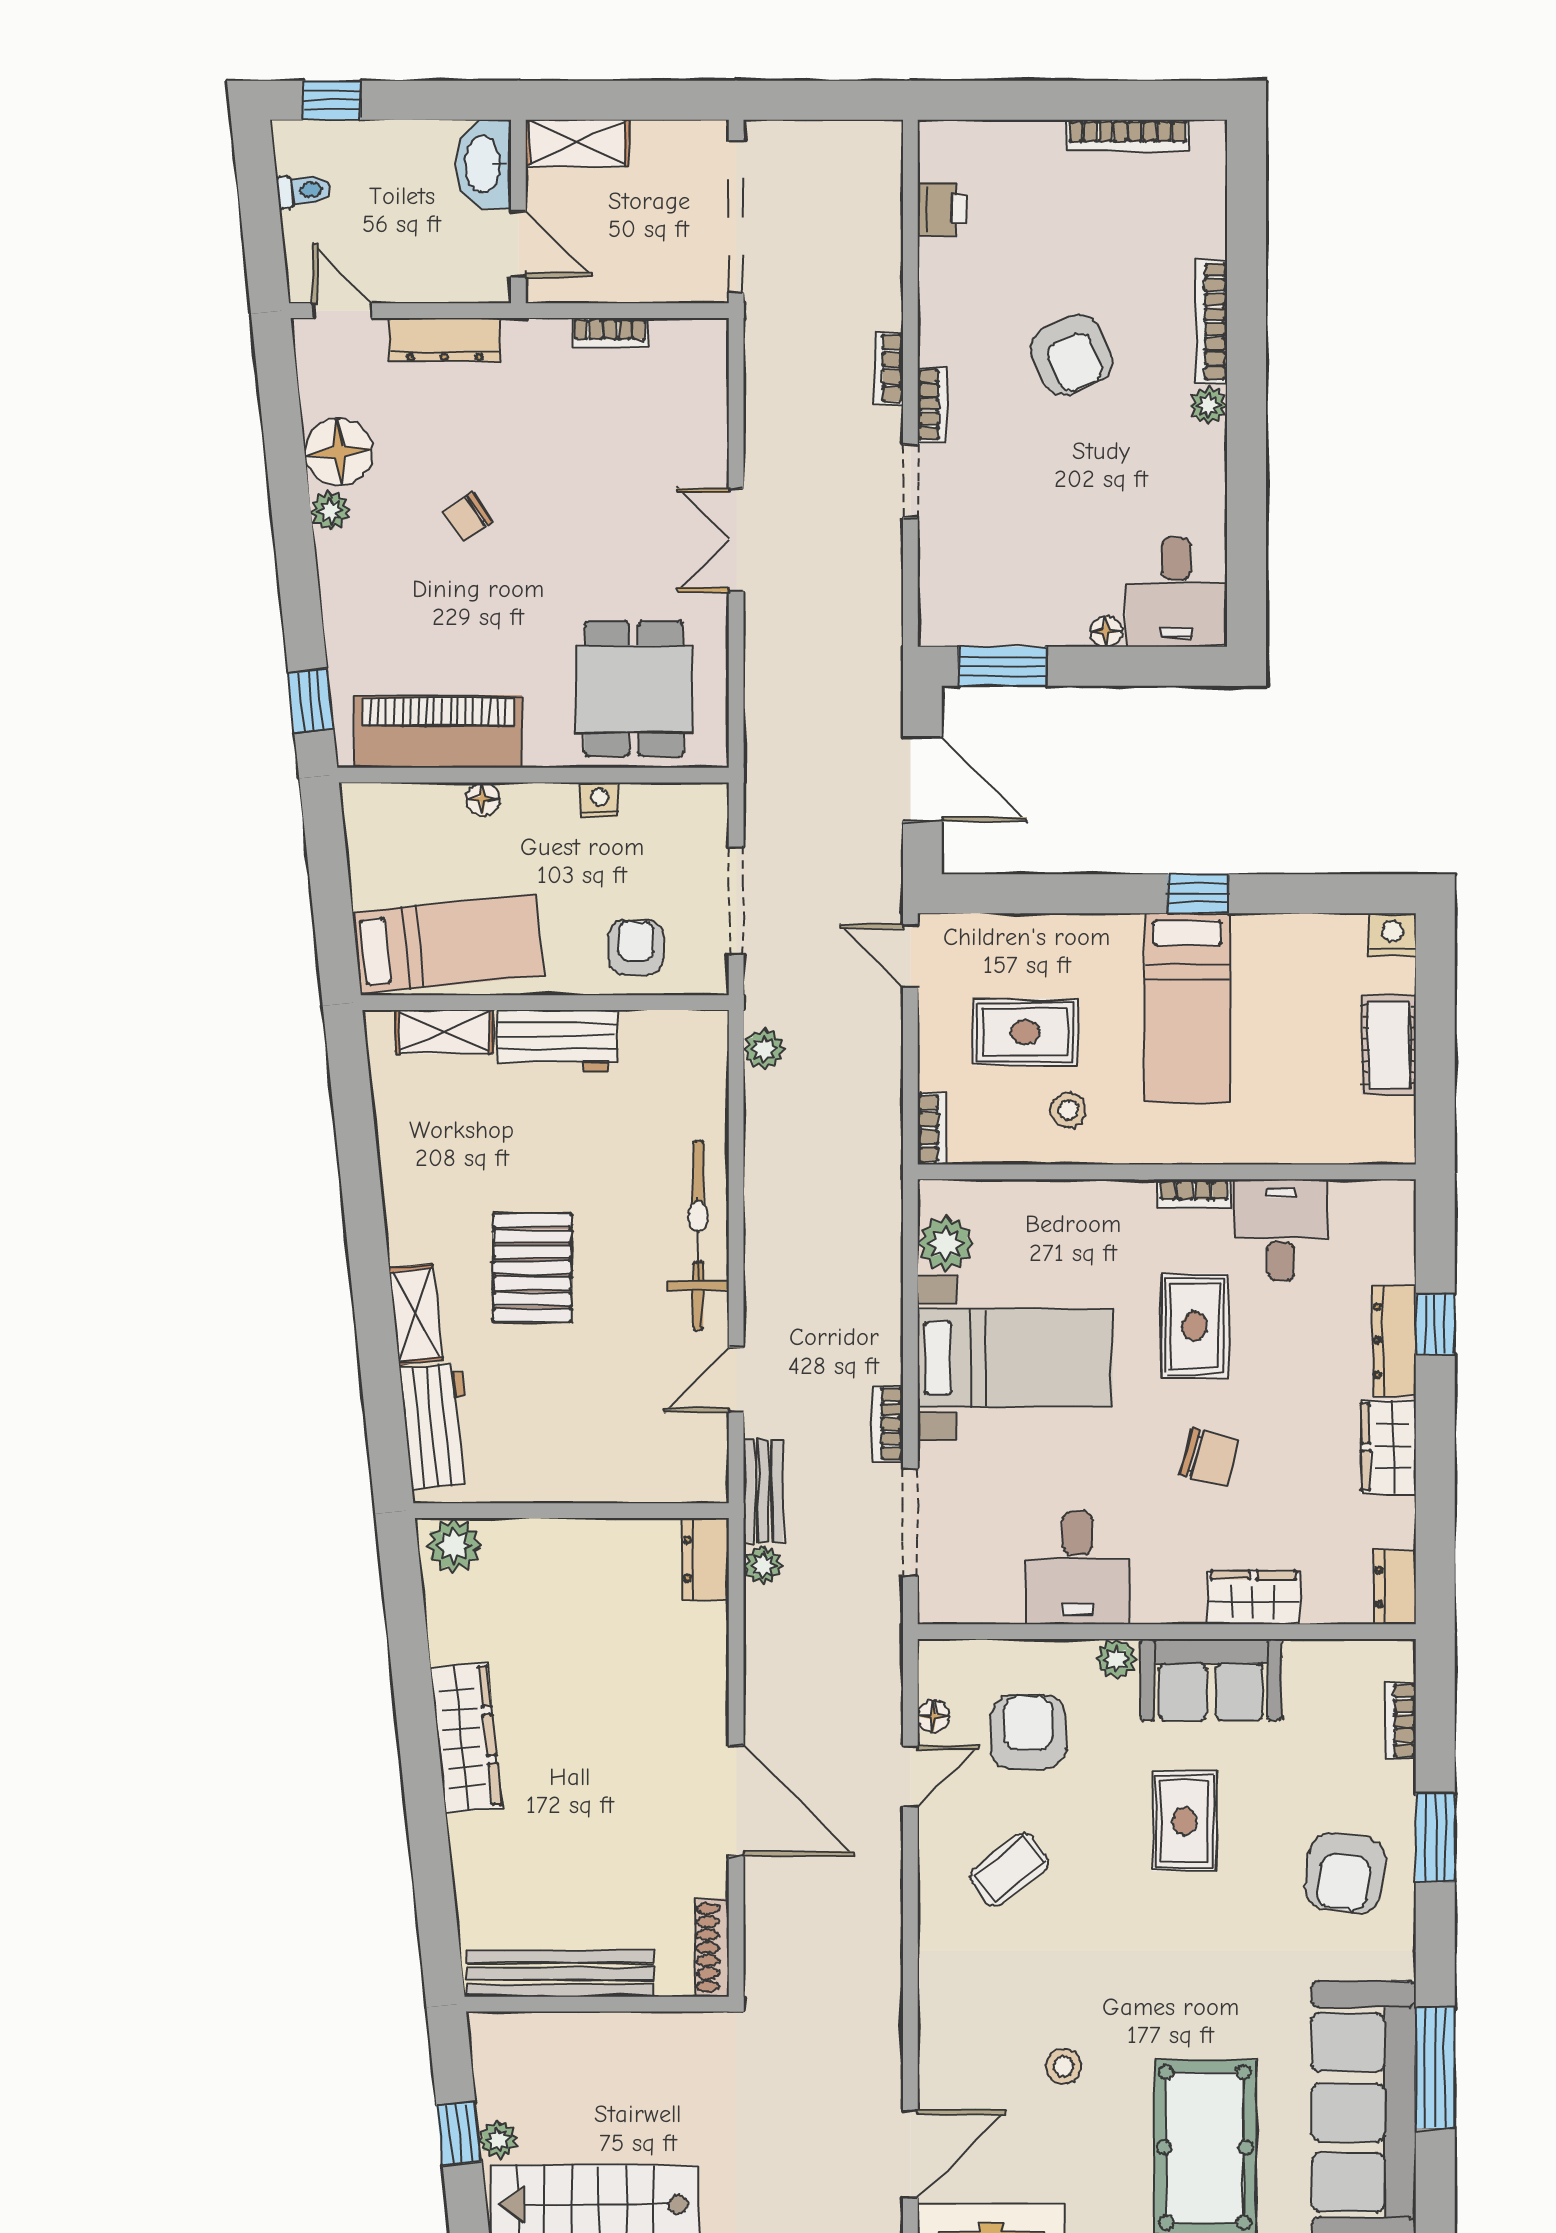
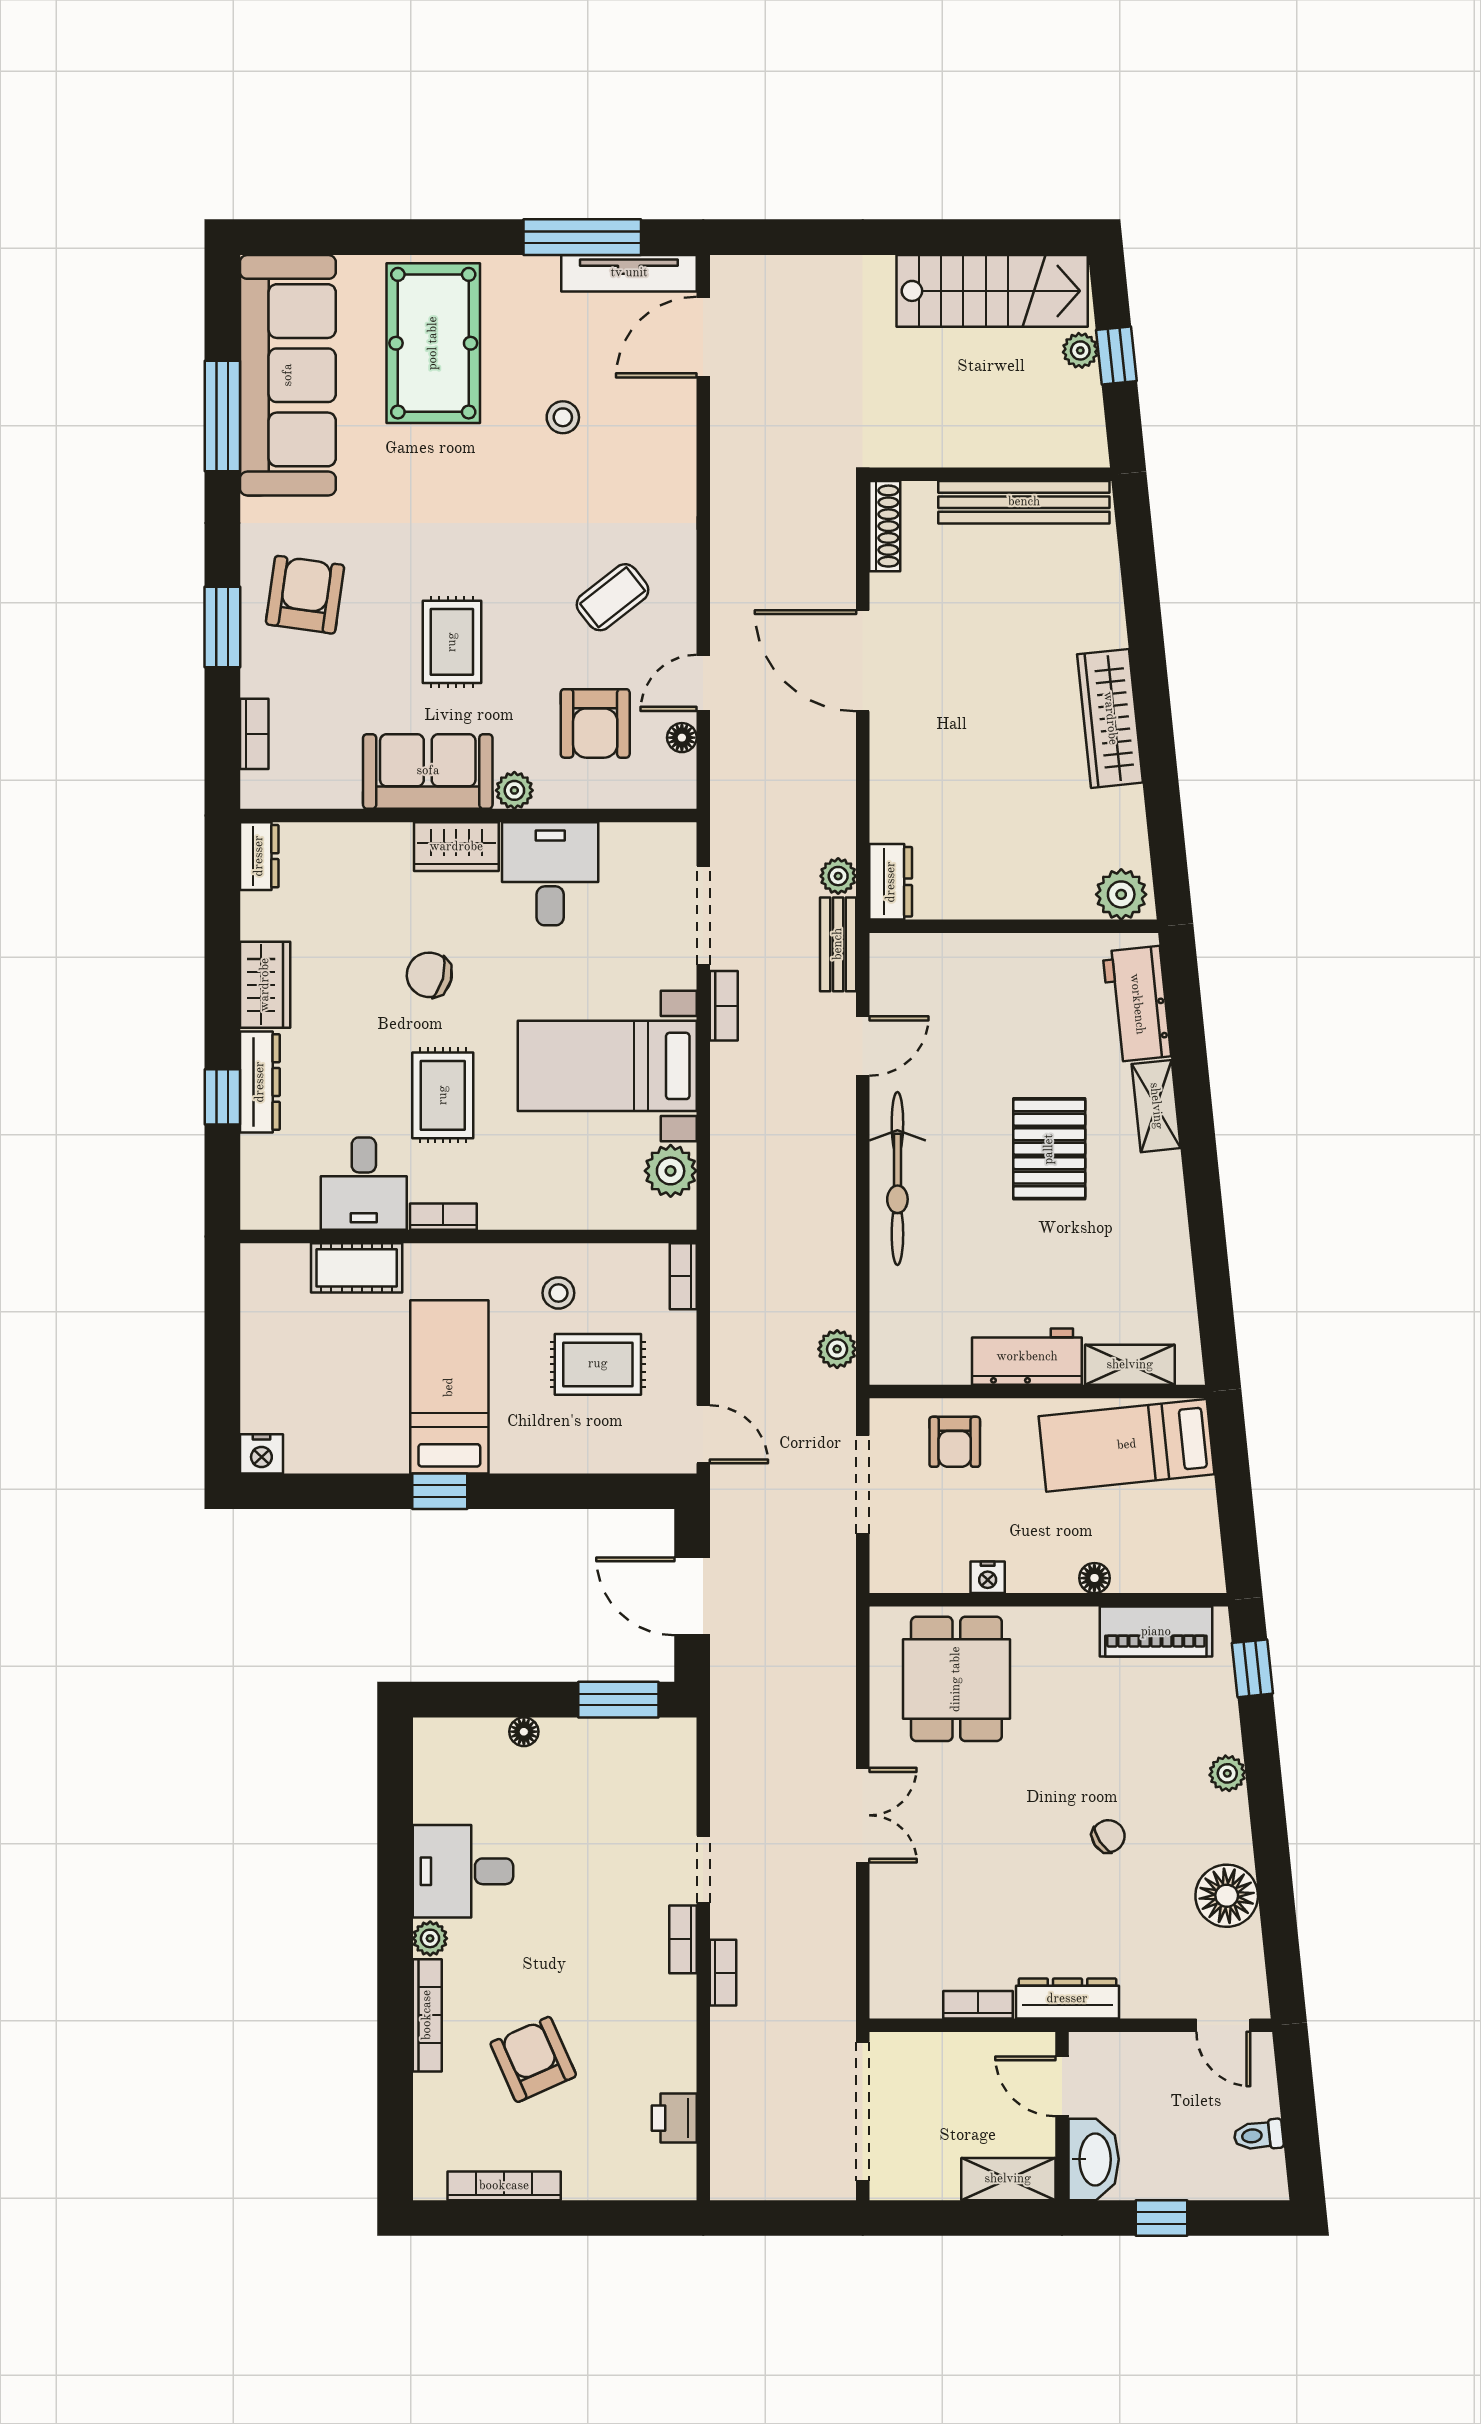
window: (332, 100) -> (1162, 2218), moved
dresser: (445, 340) -> (1067, 1999), moved
armchair: (1072, 355) -> (533, 2059), moved
plant: (330, 511) -> (1227, 1773), moved
desk: (1176, 592) -> (463, 1871), moved, turned -90
piano: (438, 732) -> (1156, 1632), width x0.73, depth x0.75
cot: (1389, 1045) -> (357, 1268), moved, turned 90
wardrobe: (1253, 1598) -> (456, 847), moved

